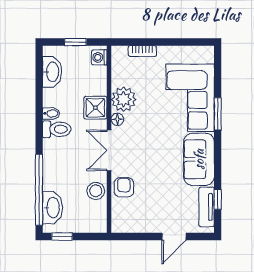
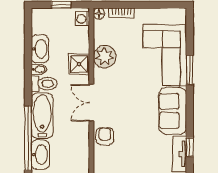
washbasin: (52, 72) -> (40, 49), moved
floor lamp: (117, 119) -> (99, 14), moved
bathtub: (55, 165) -> (42, 116), added
stool: (96, 191) -> (79, 139), removed

